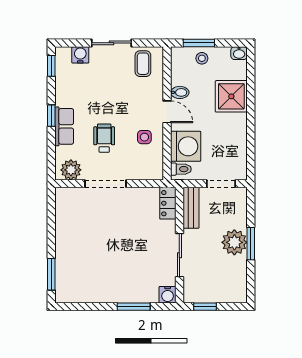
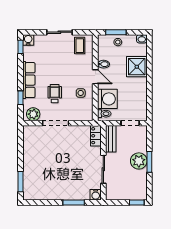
water cooler: (80, 55) -> (28, 40), moved
window: (51, 116) -> (21, 98), moved
row of seats: (64, 126) -> (29, 80), width x1.48
window: (205, 307) -> (137, 202), moved

